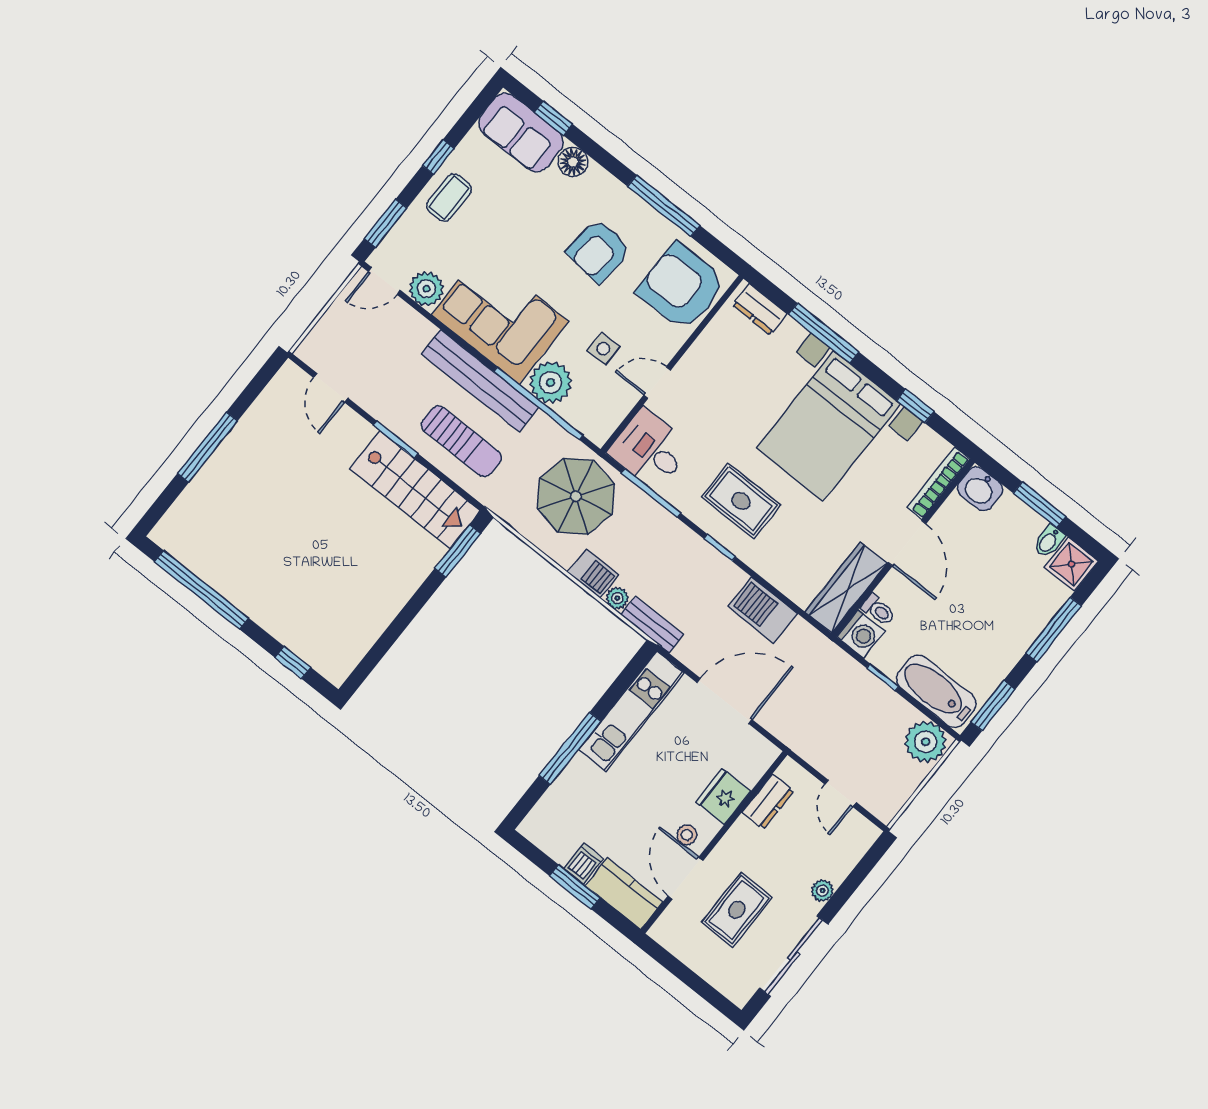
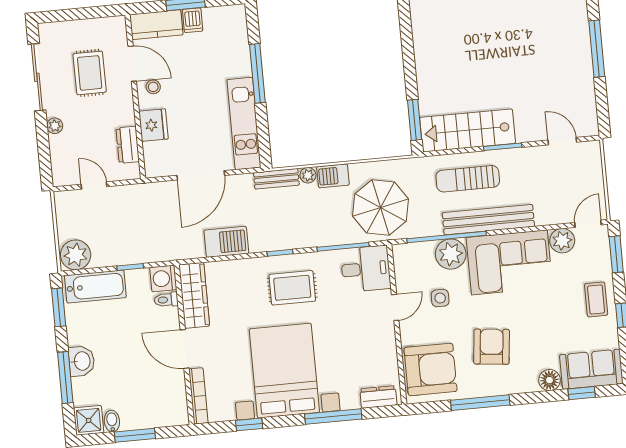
washbasin: (980, 489) -> (81, 361), moved, turned 90

